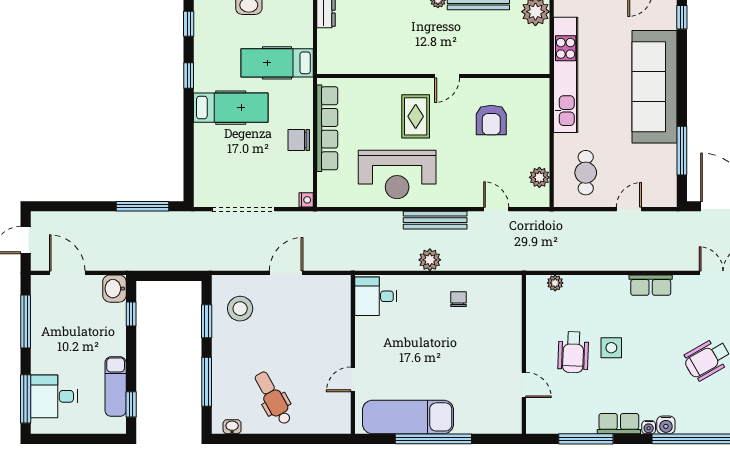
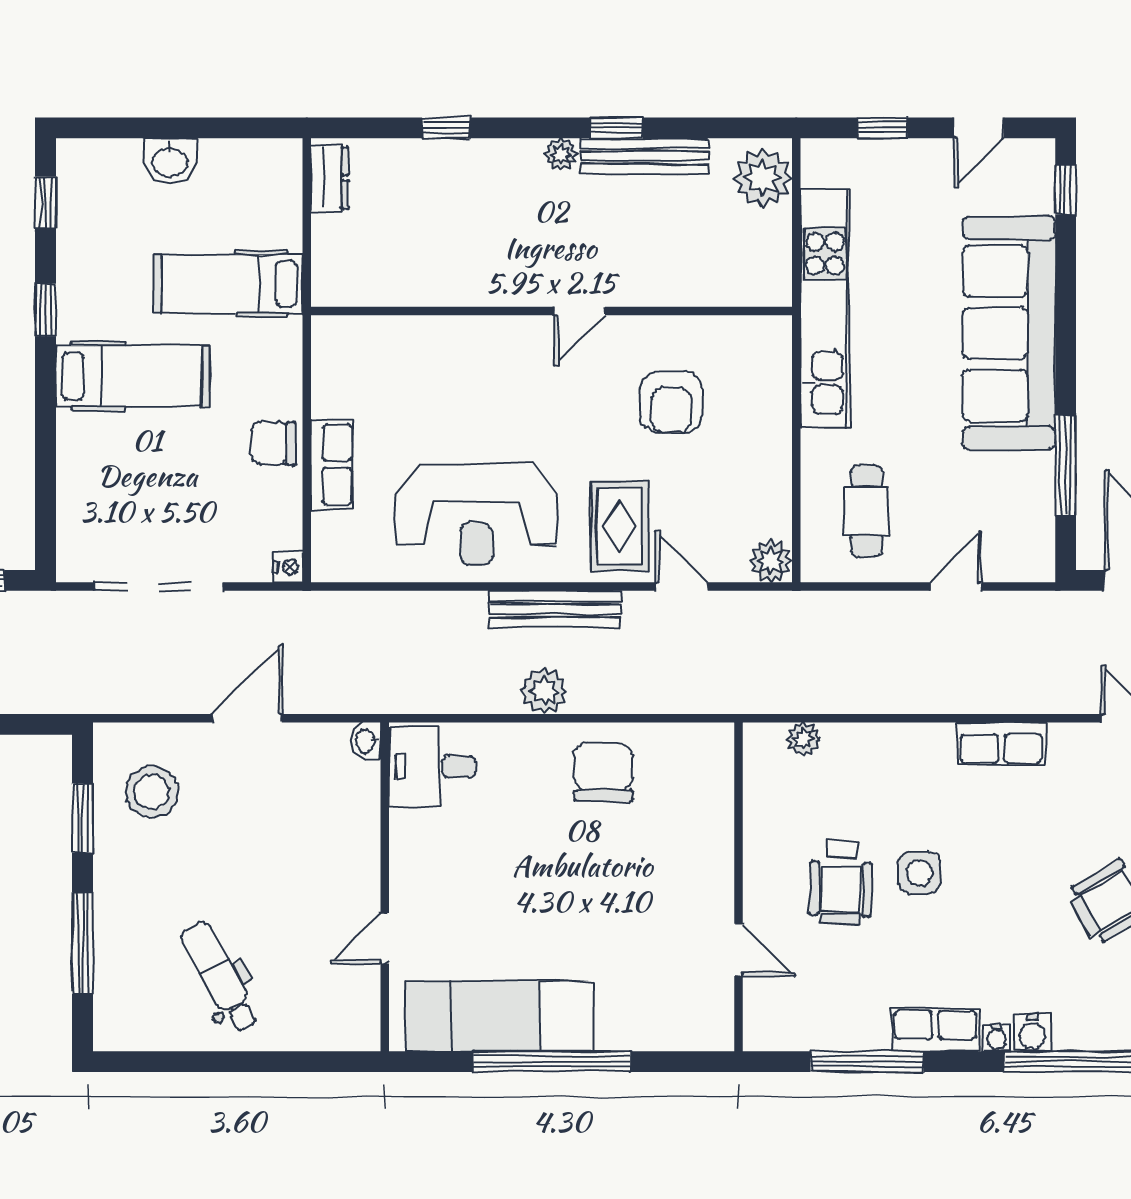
rug: (416, 116) -> (620, 526), moved
row of seats: (327, 128) -> (332, 464), width x0.50
plant: (539, 177) -> (771, 561), moved
chair: (458, 299) -> (603, 772), width x1.87, depth x1.87
washbasin: (232, 427) -> (366, 741), moved, turned -90

